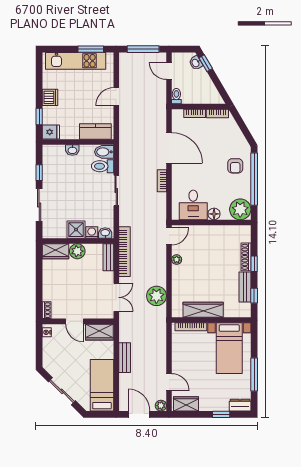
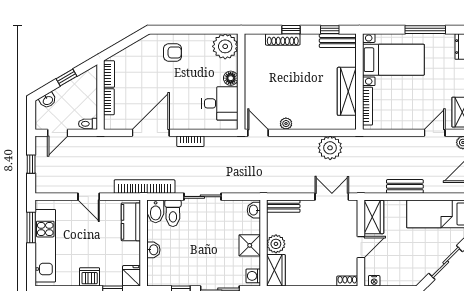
window: (143, 49) -> (31, 164), width x0.46
window: (206, 63) -> (67, 78), moved
window: (254, 179) -> (189, 30), removed
washing machine: (92, 232) -> (253, 276), moved
bookcase: (125, 252) -> (145, 187), moved
bench: (245, 287) -> (338, 41), moved

